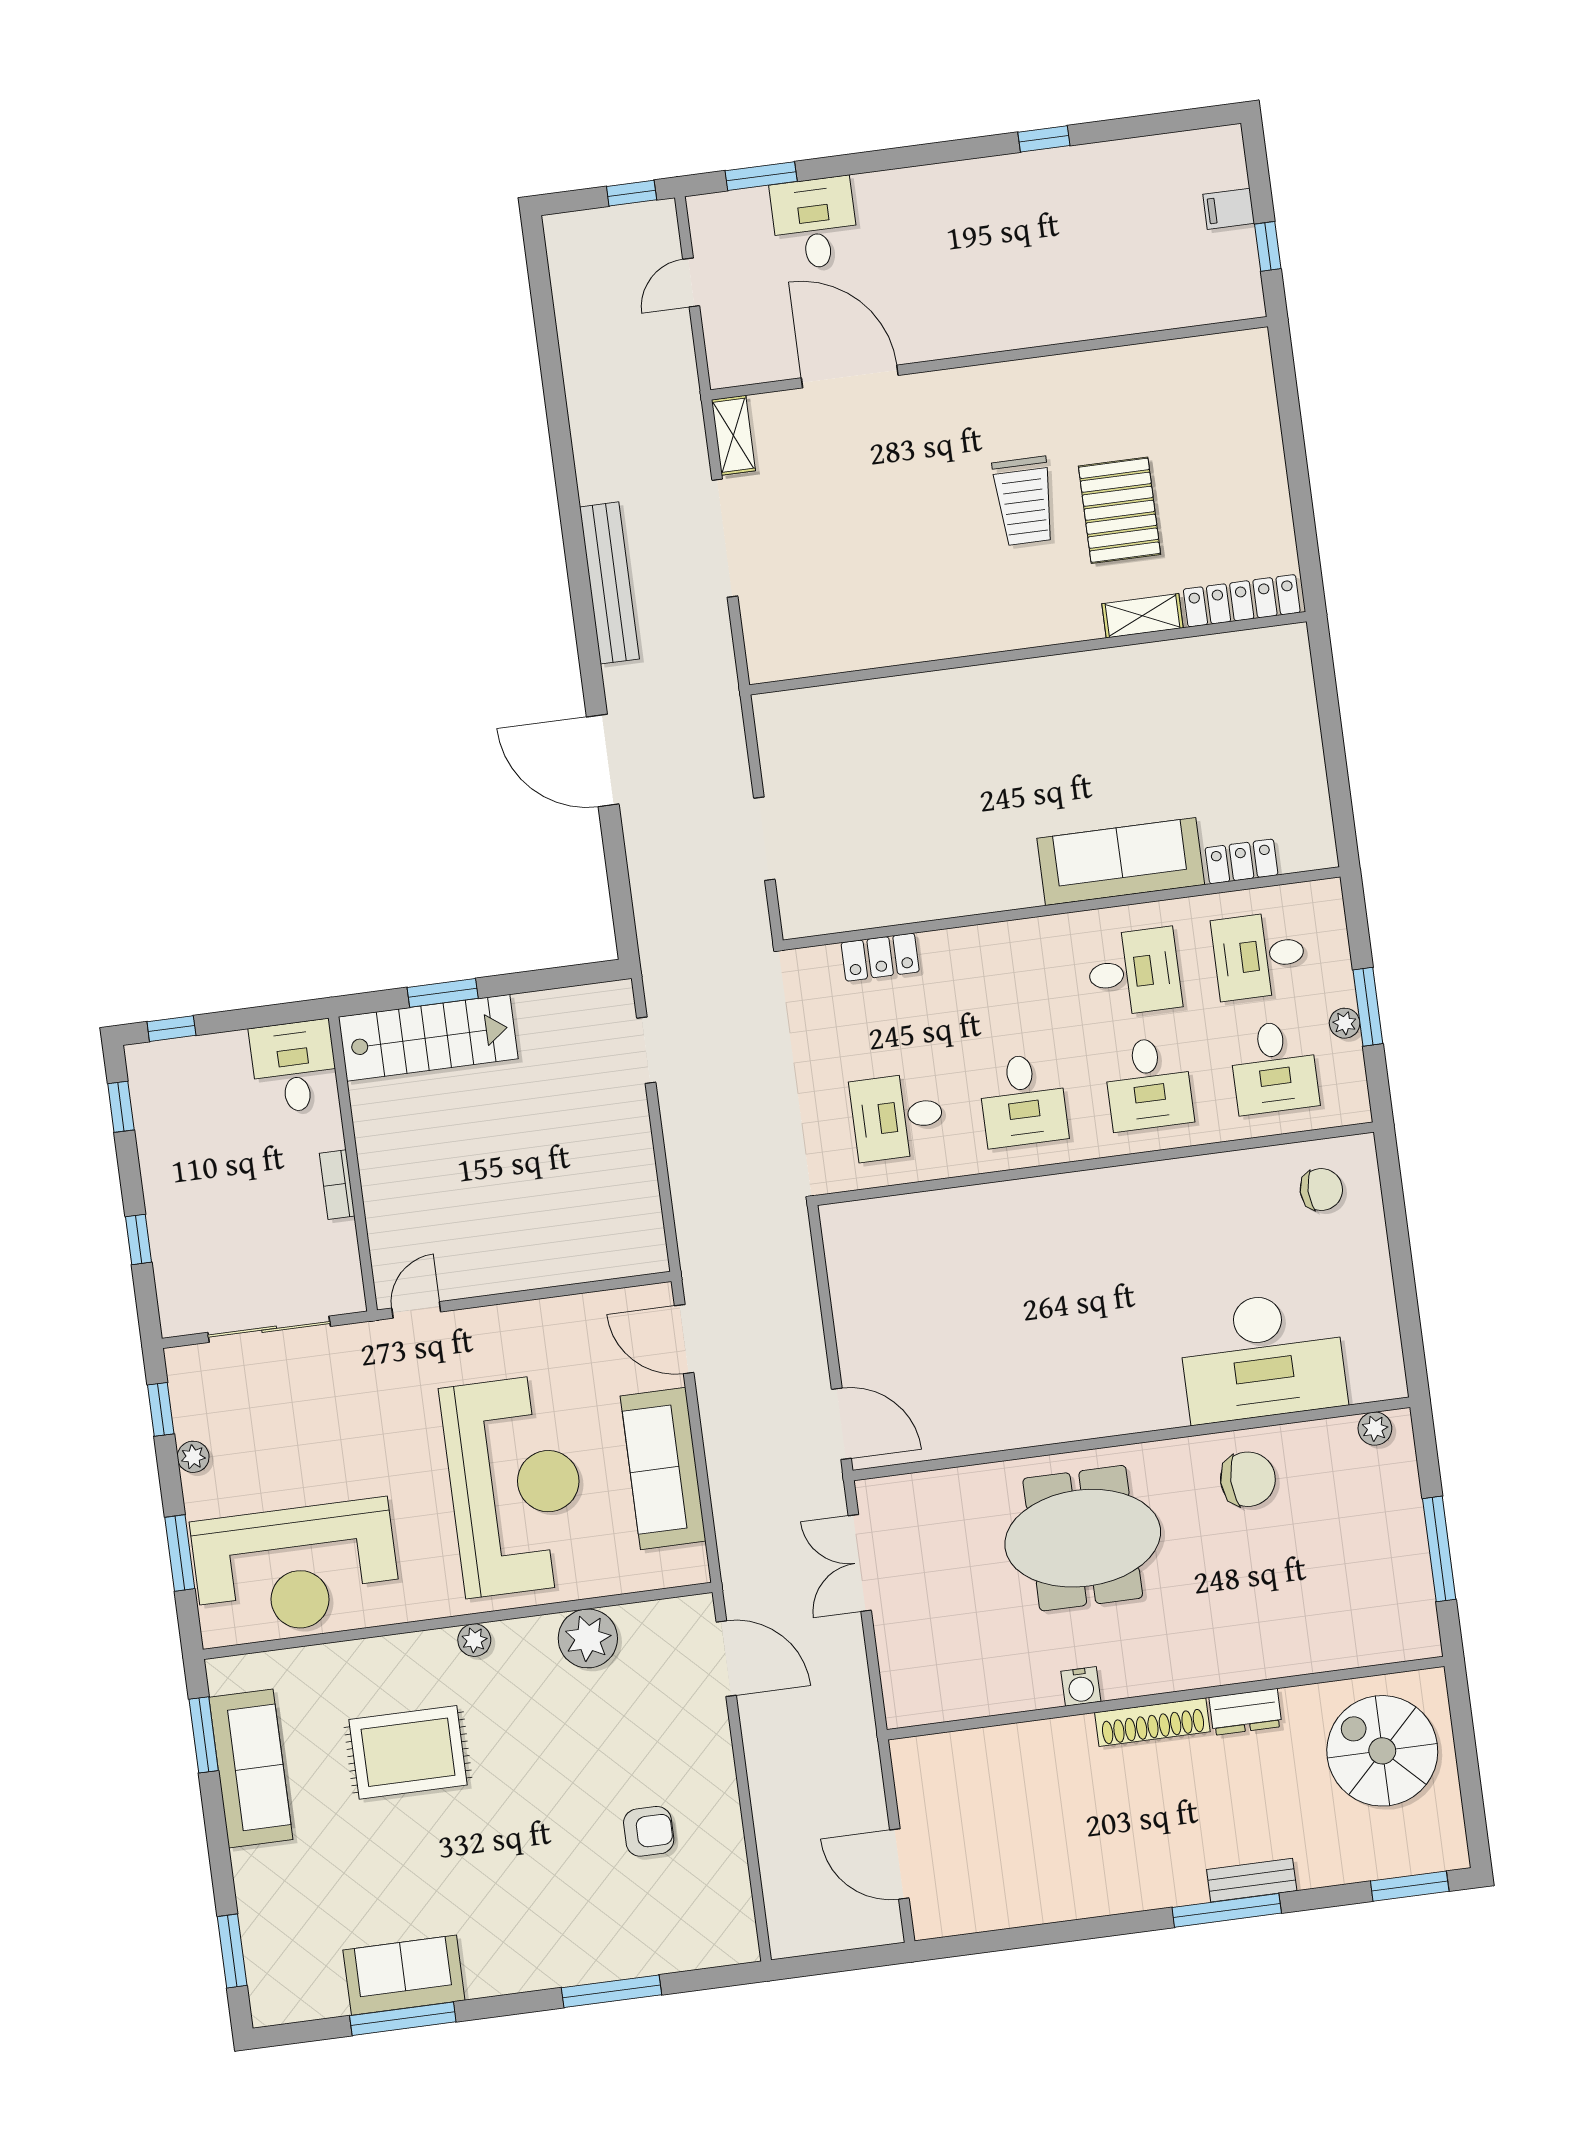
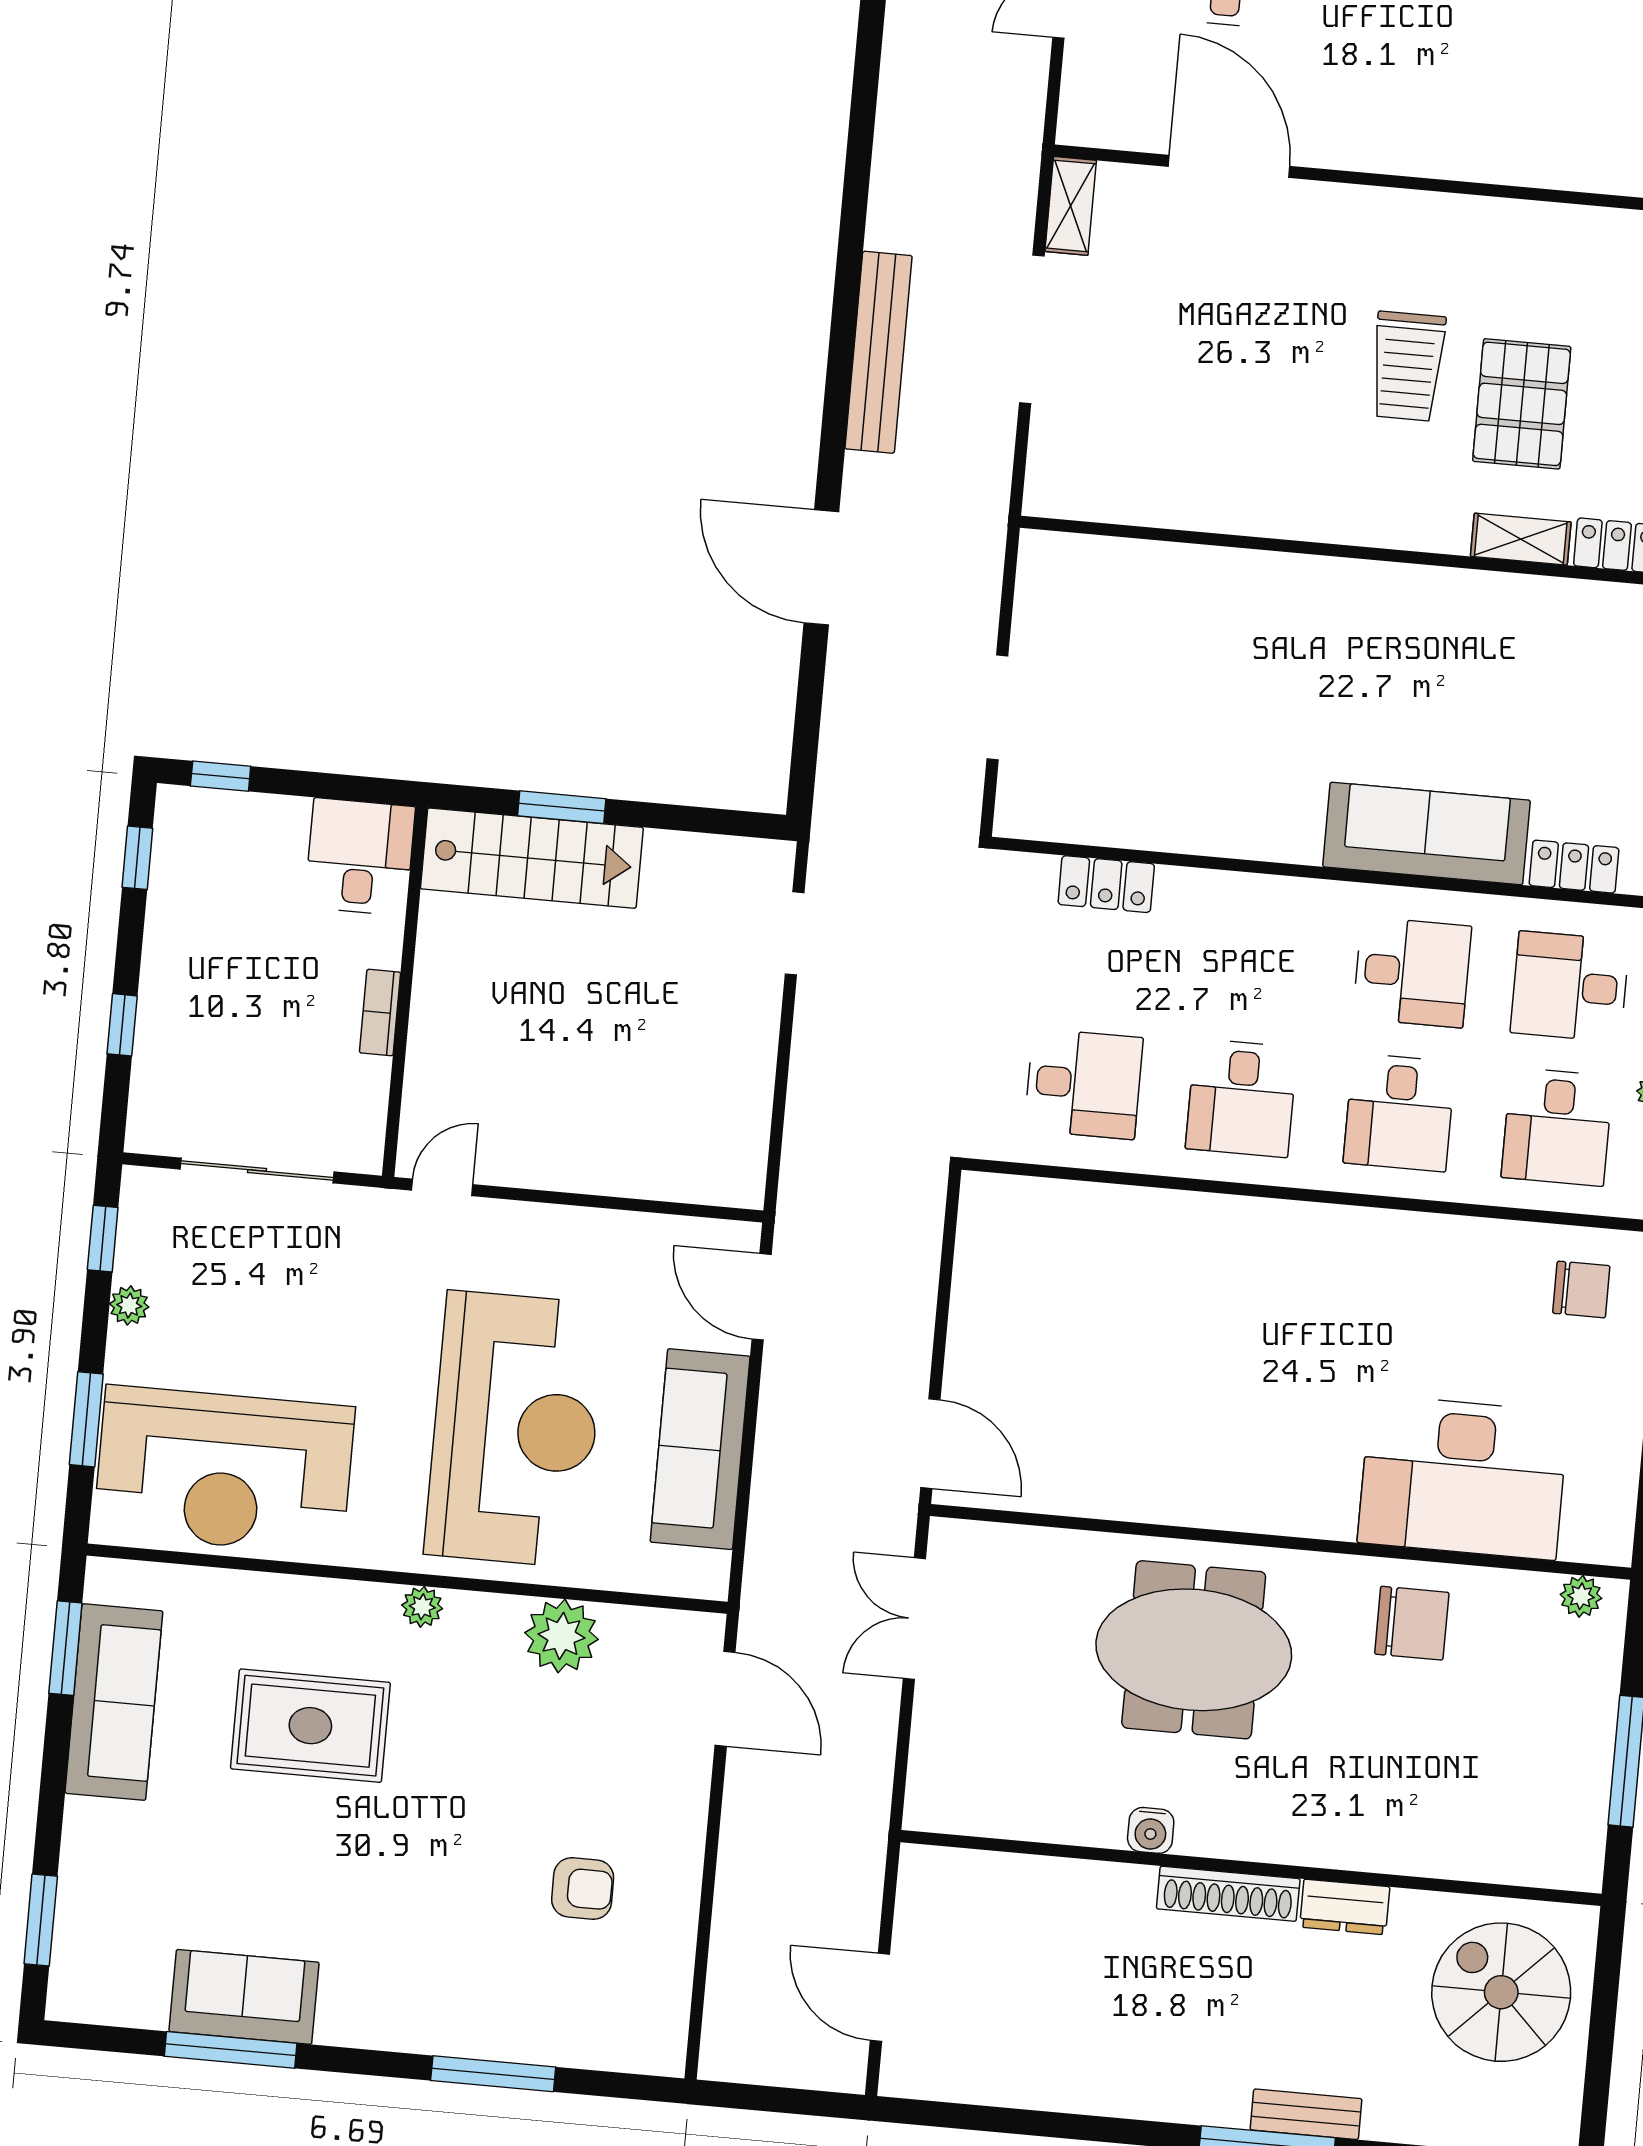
desk: (898, 1117) -> (1084, 1084), turned 180

